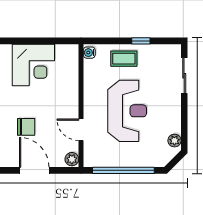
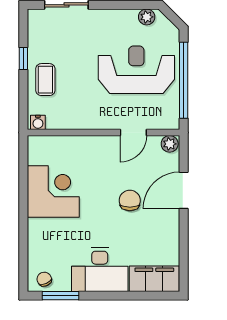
reception desk: (127, 111) -> (136, 70), moved

